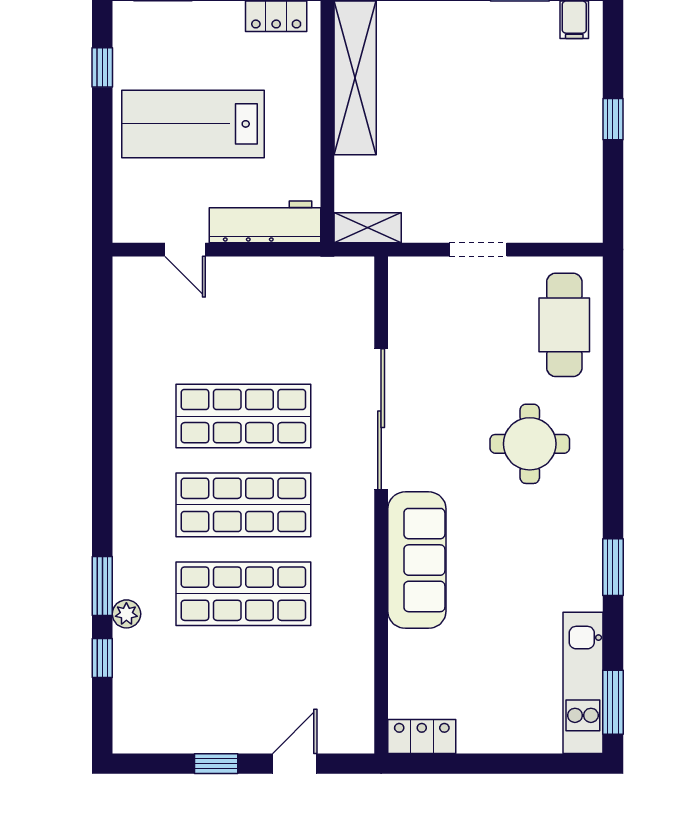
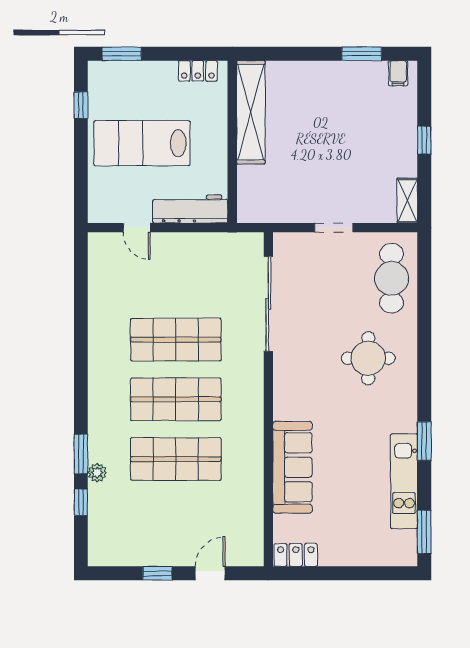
shelving: (368, 228) -> (407, 201), moved, turned 90
sliding door: (381, 419) -> (268, 304), moved
sofa: (417, 560) -> (292, 467), moved
kitchen unit: (583, 683) -> (404, 481), moved

